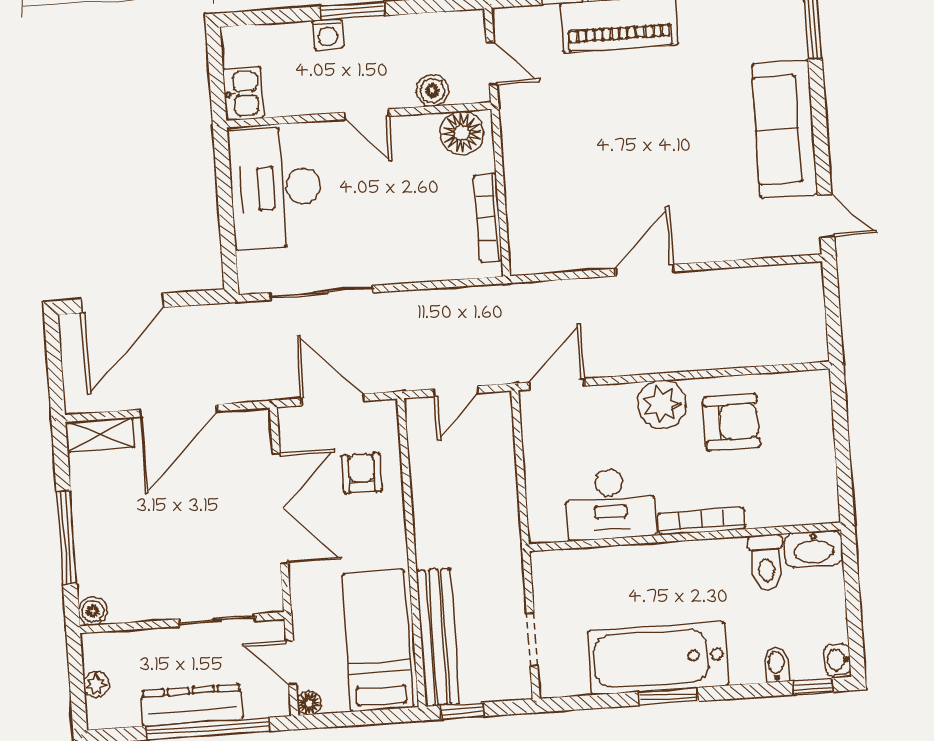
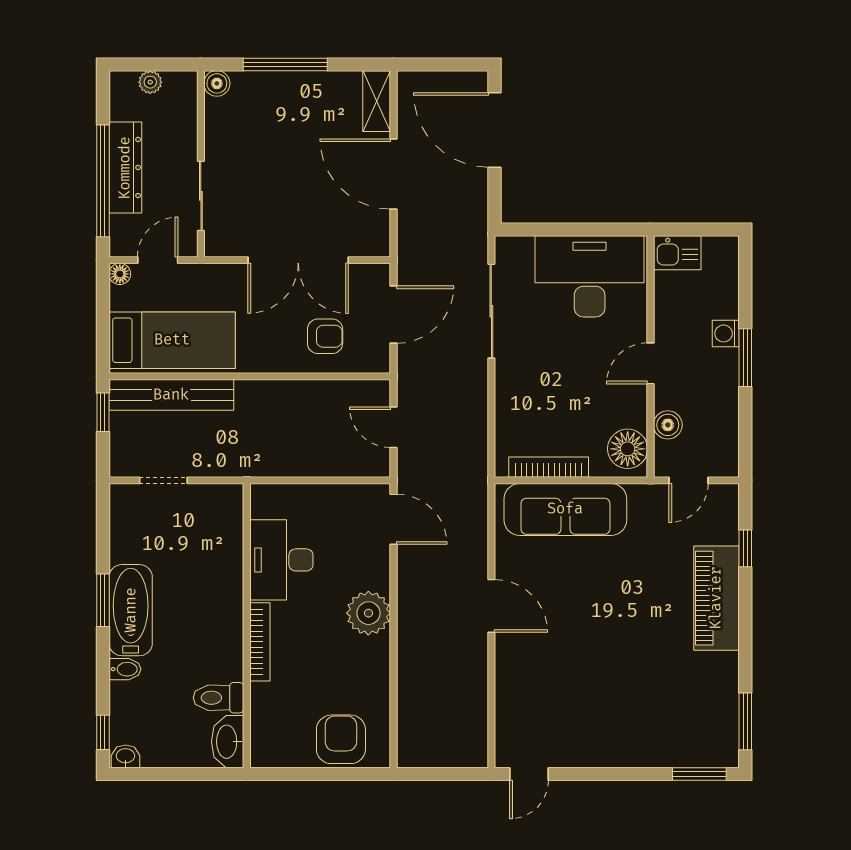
sofa: (784, 129) -> (565, 509), moved, turned 180
armchair: (731, 422) -> (341, 739), moved, turned 180
bathtub: (658, 658) -> (131, 610), width x0.73, depth x0.73
bidet: (776, 665) -> (125, 669), moved

